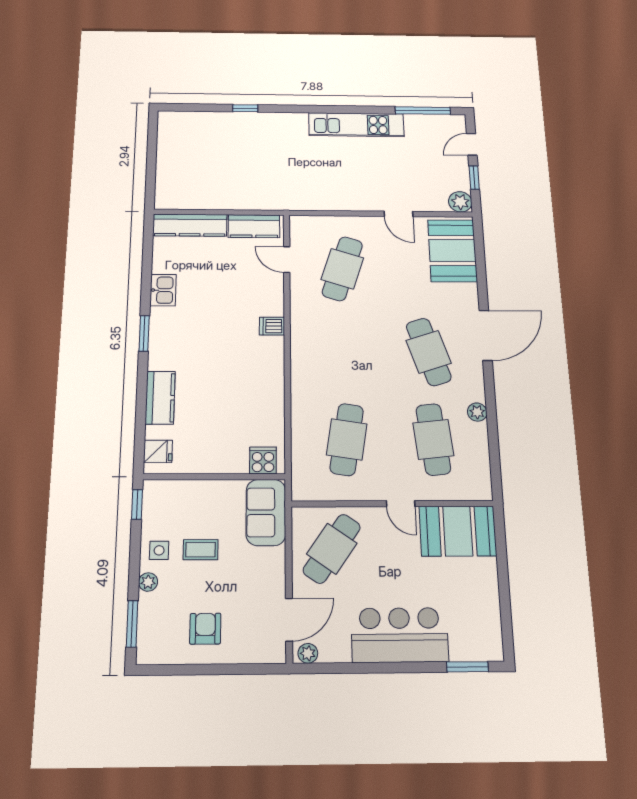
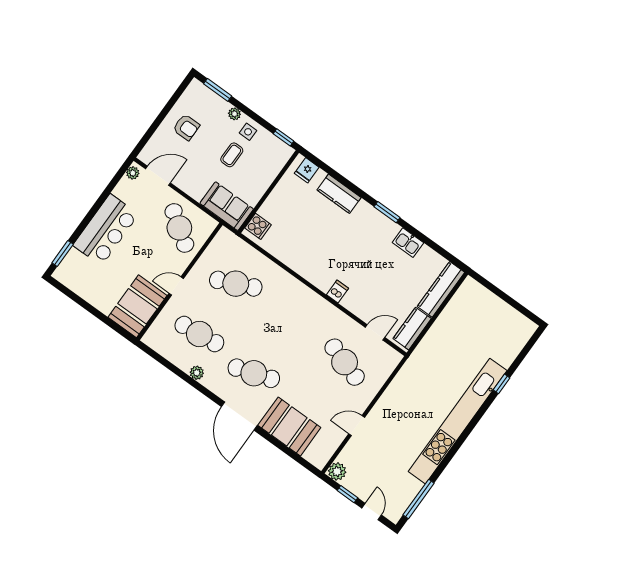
kitchen unit: (356, 125) -> (458, 421), width x1.86
booth: (452, 251) -> (289, 426), moved
cafe table: (347, 439) -> (236, 284), turned -33
door: (289, 620) -> (158, 176), swing flipped

